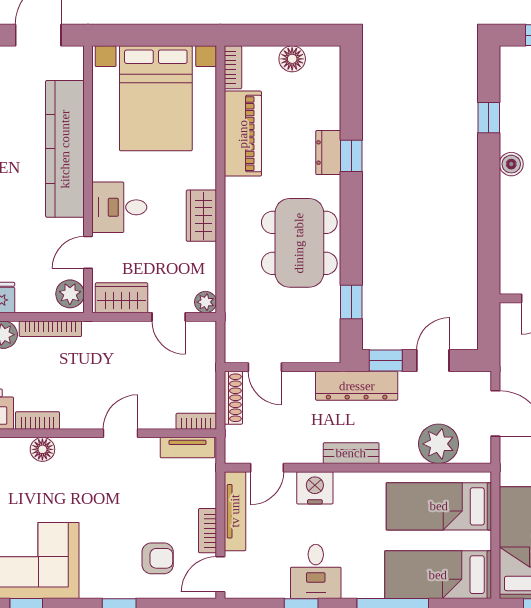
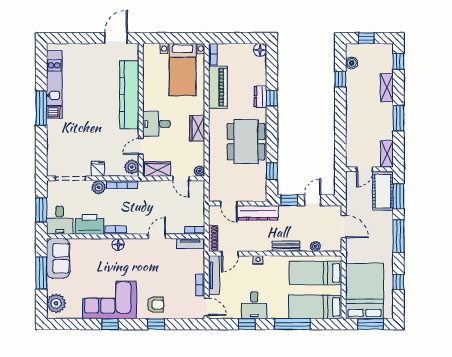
floor lamp: (292, 59) -> (260, 50), moved
bed with nightstands: (156, 98) -> (183, 70), width x0.73
boiler: (511, 164) -> (352, 63), moved
dresser: (357, 386) -> (258, 213), moved
shoe rack: (233, 398) -> (213, 238), moved
plant: (439, 444) -> (315, 246), width x0.53, depth x0.53
bench: (351, 453) -> (286, 246), moved
nightstand: (315, 488) -> (258, 260), width x0.53, depth x0.56
armchair: (158, 558) -> (156, 305), moved
door: (220, 574) -> (207, 307), swing flipped

